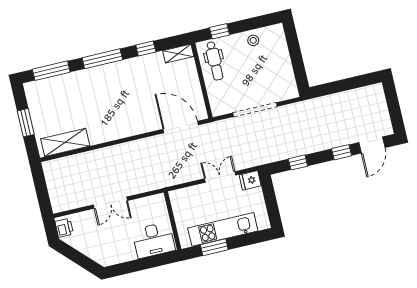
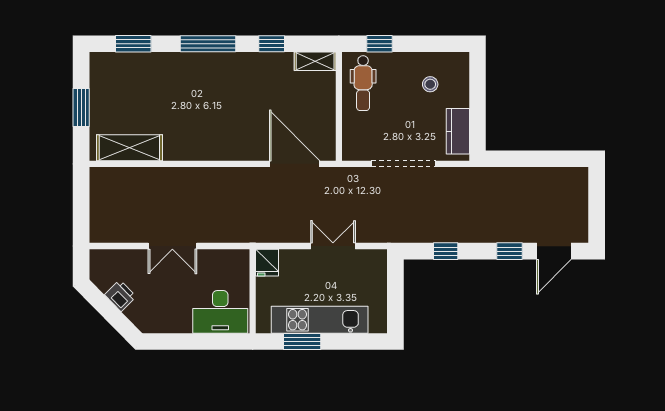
stool: (253, 40) -> (430, 84), moved
window: (51, 71) -> (133, 44), width x0.69
kitchen counter: (287, 79) -> (458, 131), added
fridge: (250, 180) -> (267, 263), moved, turned -90
printer: (64, 228) -> (120, 296), moved, turned -45

